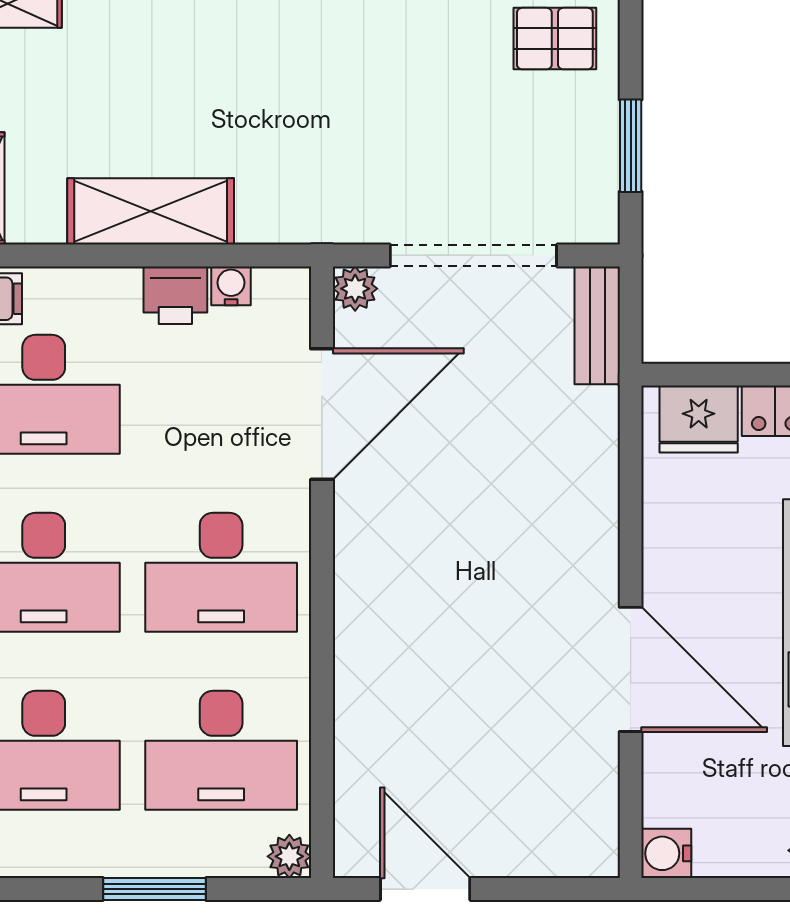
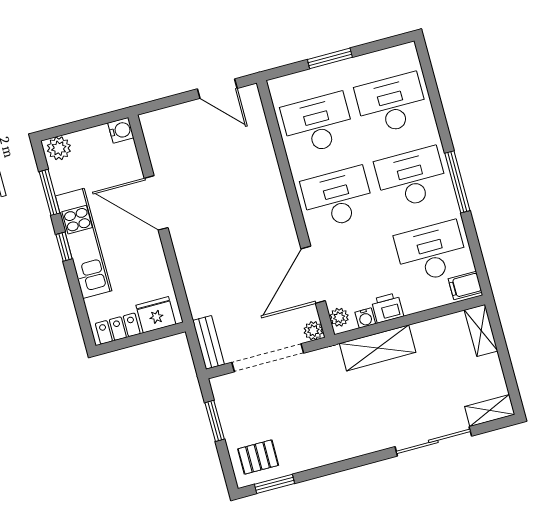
shelving: (151, 211) -> (378, 348), moved
plant: (289, 856) -> (339, 317), moved

